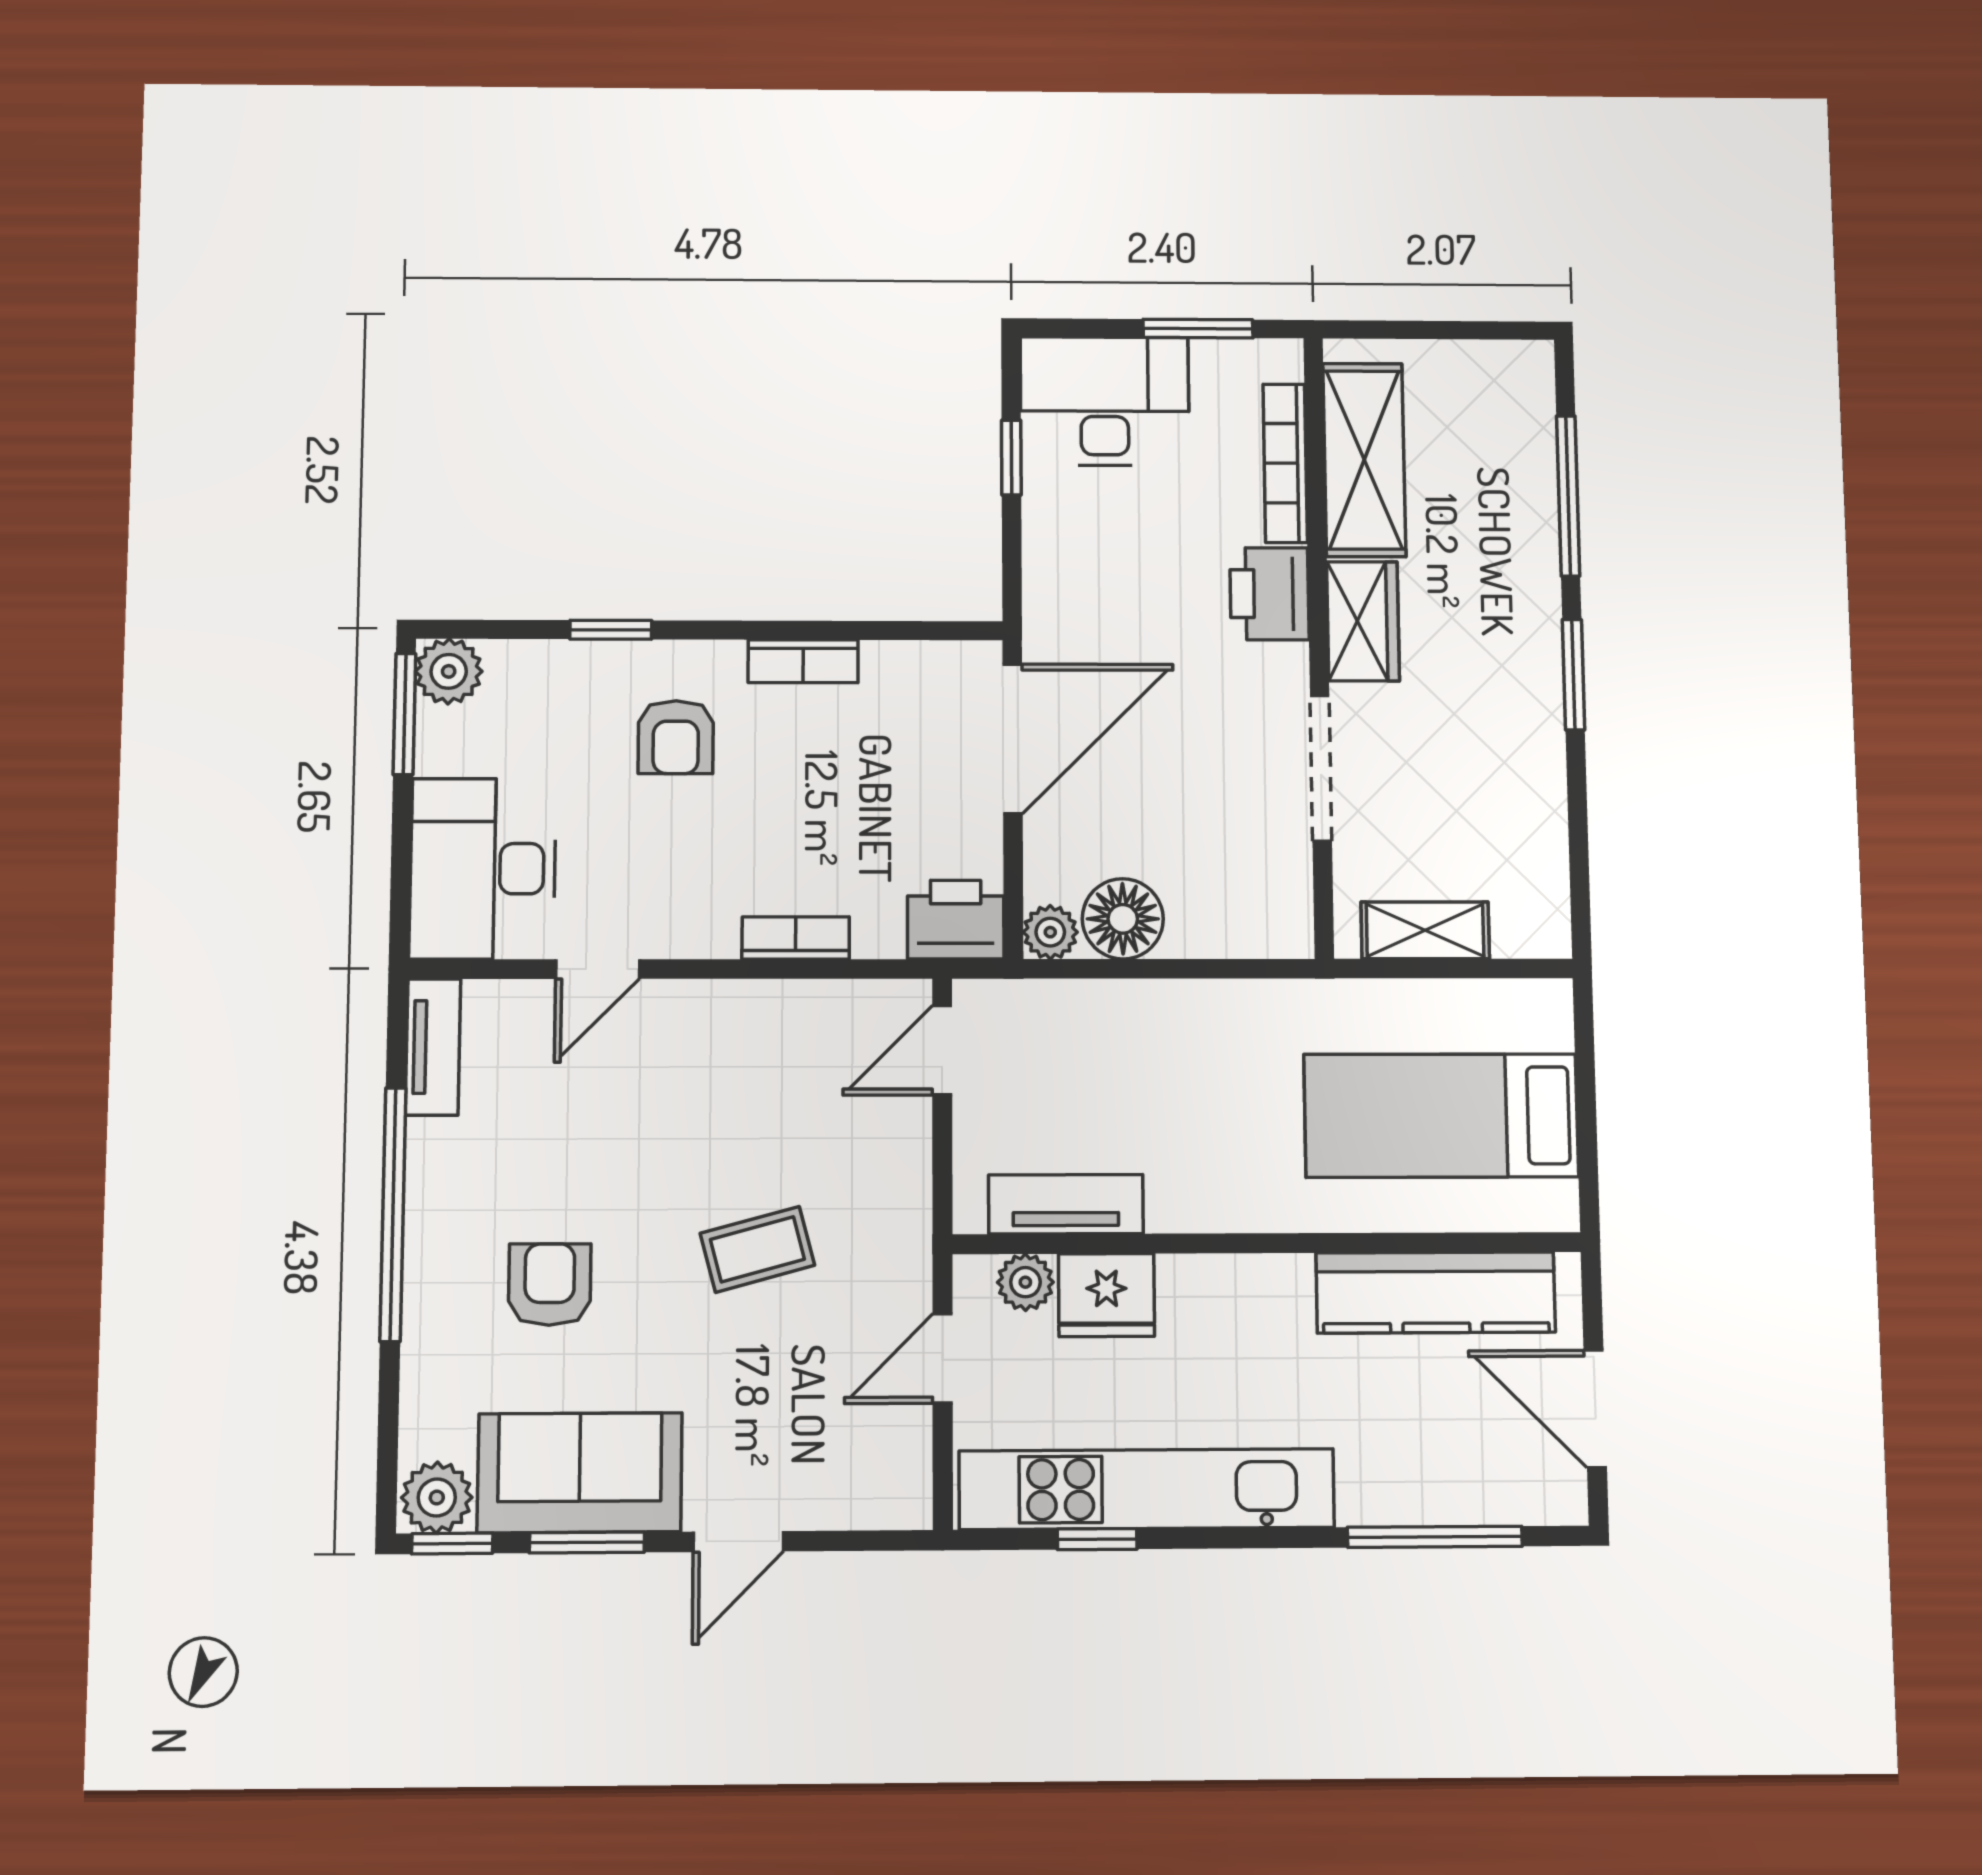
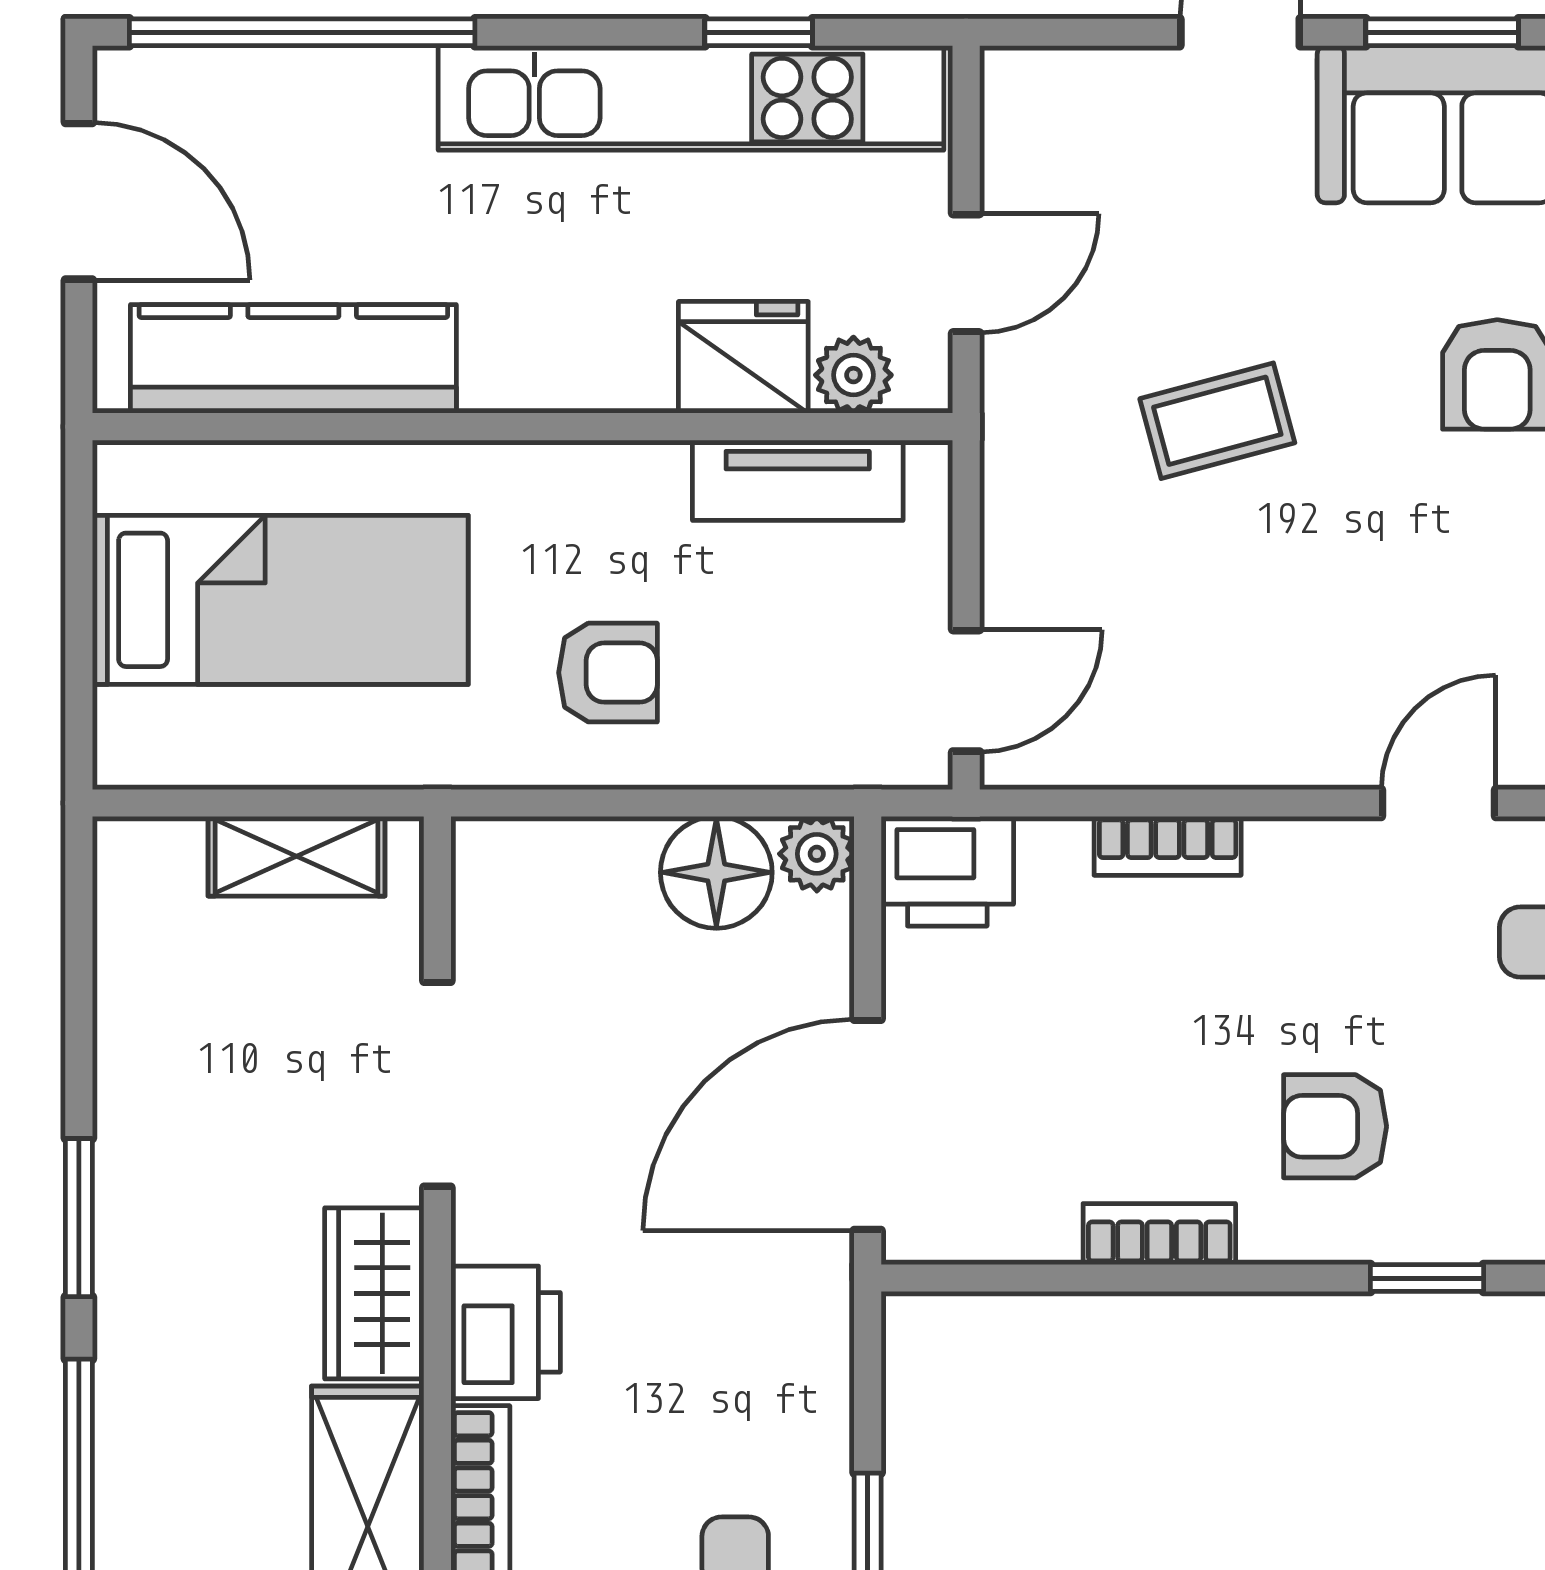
armchair: (676, 737) -> (1335, 1126), turned -90
armchair: (1203, 1063) -> (608, 673), added
window: (1435, 1537) -> (302, 32), width x1.46

